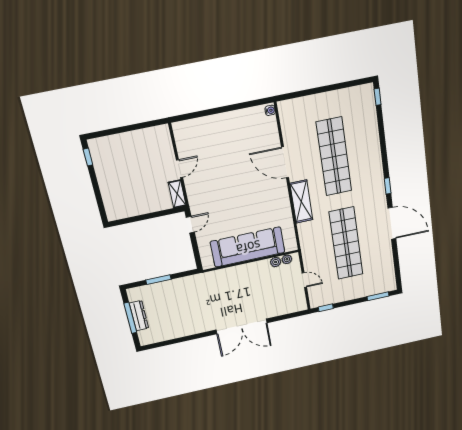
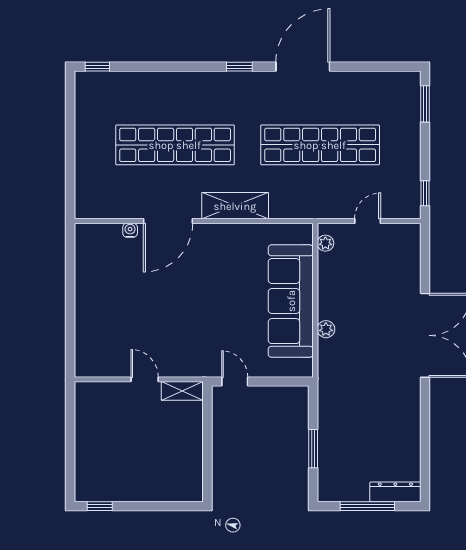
water cooler: (270, 110) -> (130, 230), moved
plant: (276, 262) -> (326, 329), moved
dresser: (139, 316) -> (395, 492), moved

